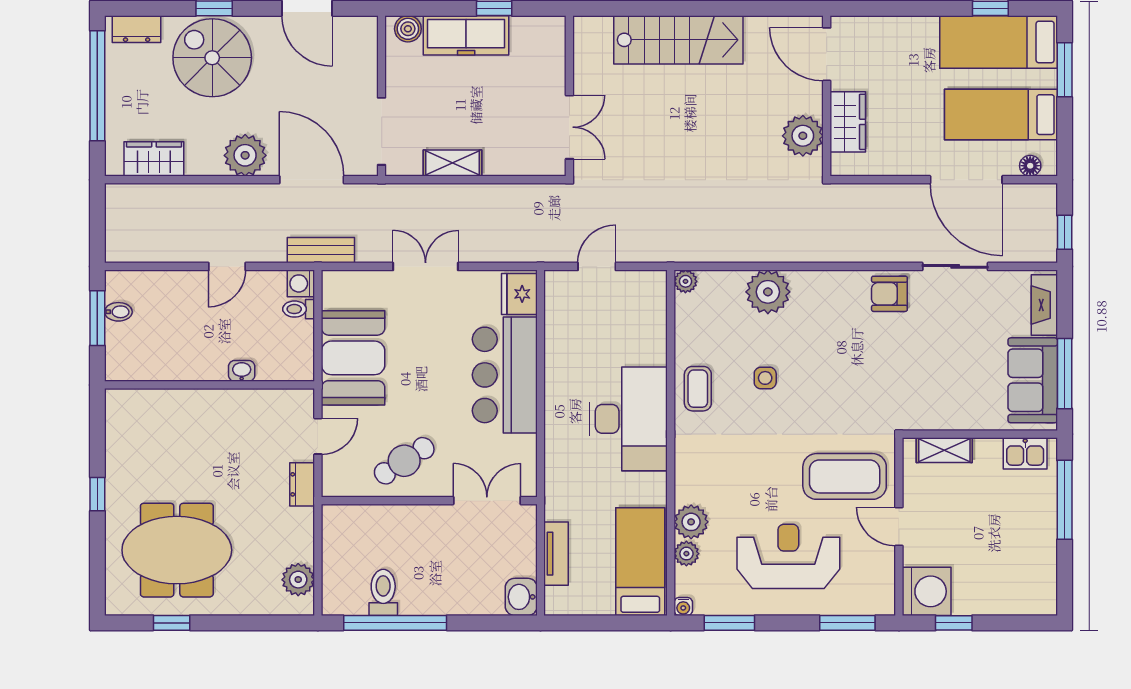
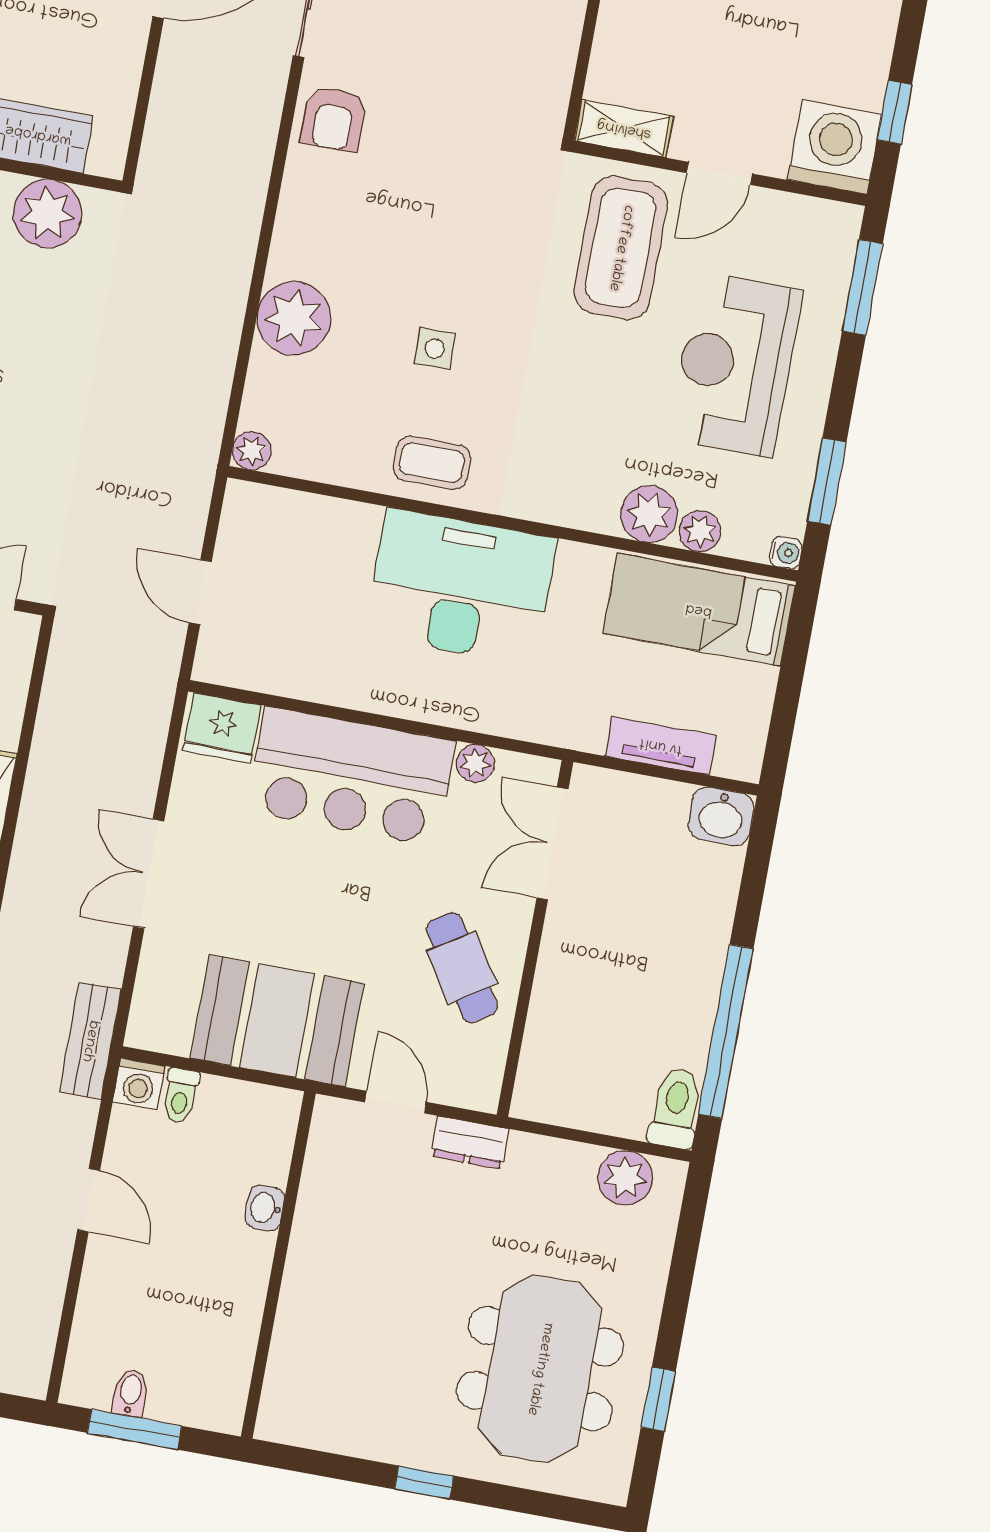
plant: (526, 447) -> (475, 763), added
shelving: (944, 450) -> (624, 129), moved, turned 90
toilet: (383, 592) -> (675, 1108), moved, turned 90

